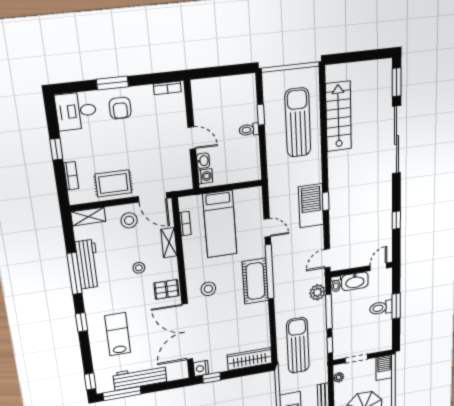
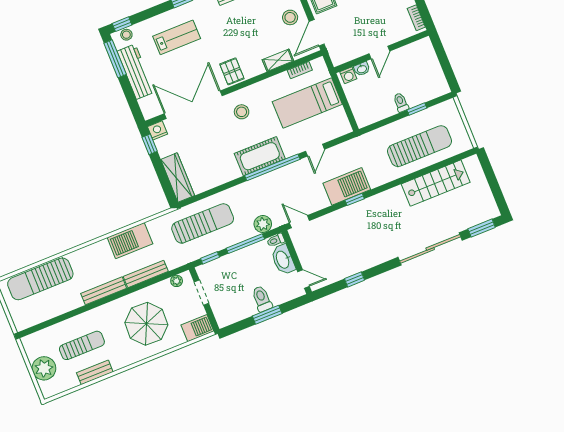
stool: (139, 268) -> (126, 35), moved

